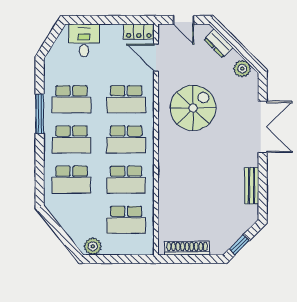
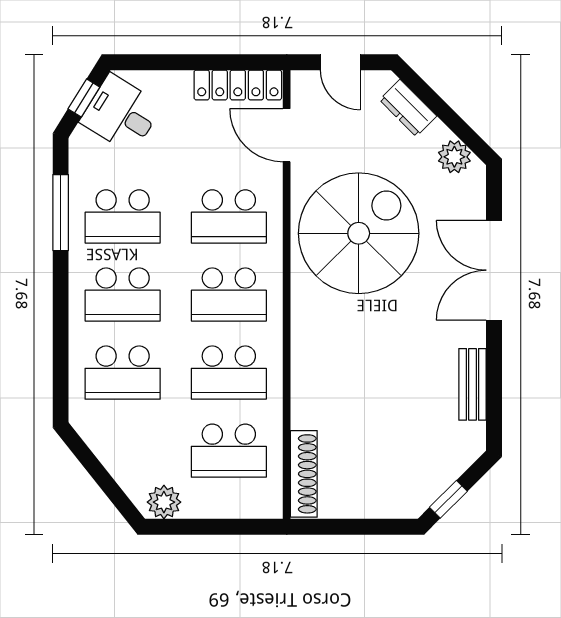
locker: (139, 32) -> (238, 85), width x1.53
window: (52, 38) -> (84, 98), added
desk: (84, 40) -> (121, 114), moved, turned -58
spiral stairs: (193, 108) -> (359, 233), width x1.37, depth x1.37
window: (40, 114) -> (61, 213), moved
double door: (263, 127) -> (494, 270), swing flipped
shoe rack: (187, 248) -> (304, 474), moved, turned 90

